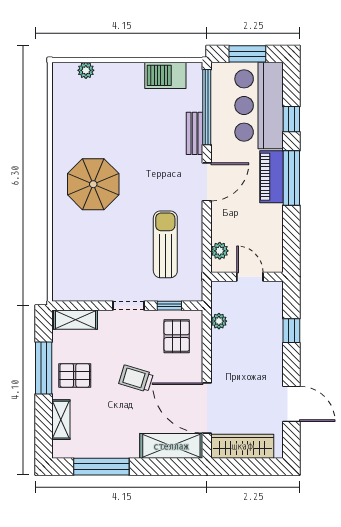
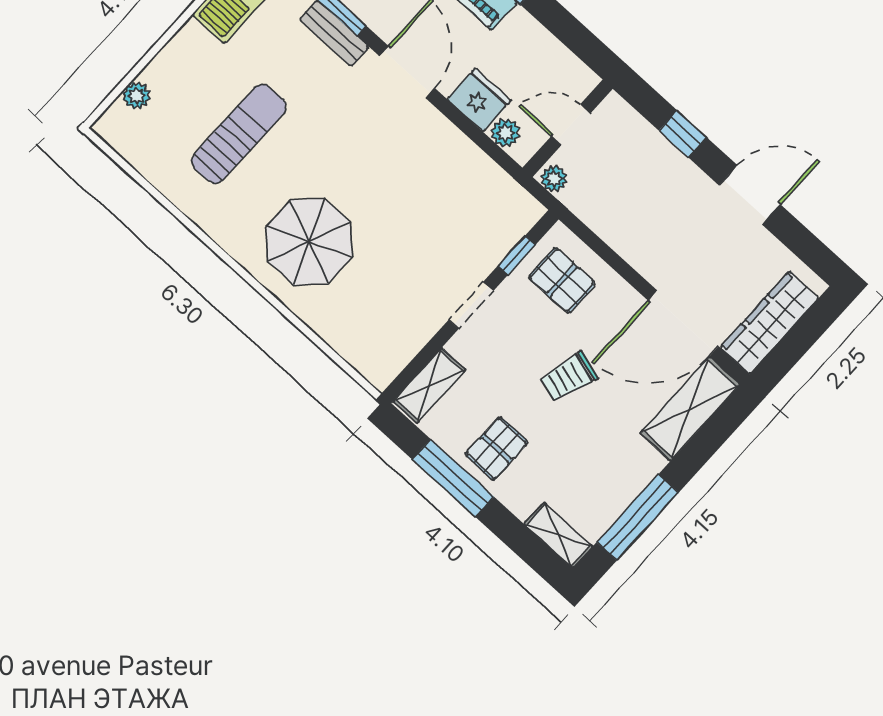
parasol: (93, 184) -> (309, 242), moved
fridge: (224, 225) -> (479, 100), added
sun lounger: (165, 244) -> (239, 134), moved, turned 90
plant: (219, 321) -> (554, 179), moved
door: (291, 404) -> (750, 195), moved
shelving: (61, 420) -> (558, 535), moved

